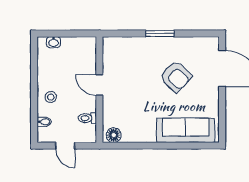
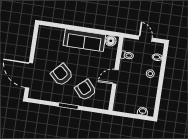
armchair: (139, 60) -> (86, 90), added
door: (99, 85) -> (115, 77), swing flipped
sofa: (186, 130) -> (84, 40), moved

